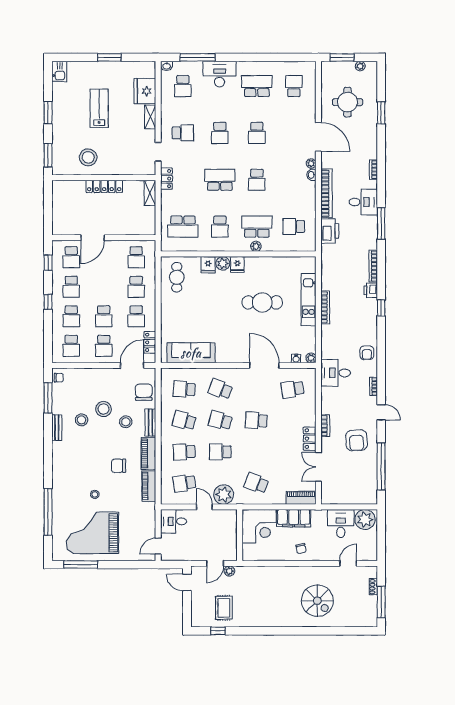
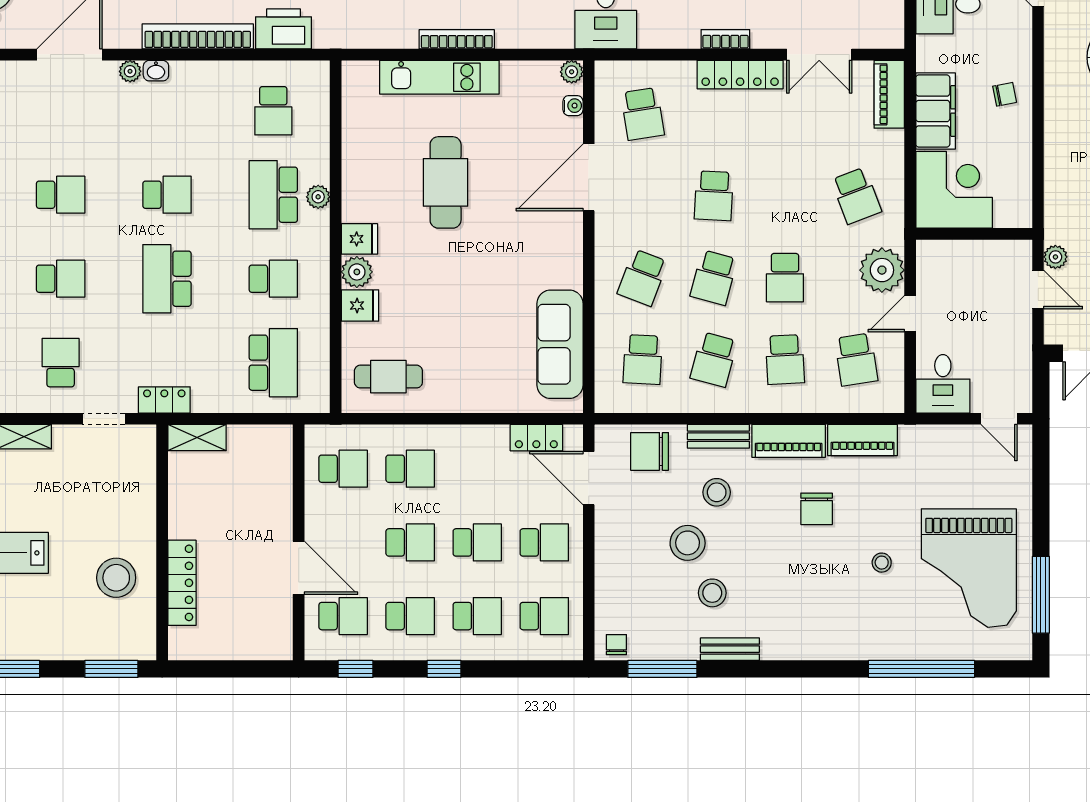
locker: (104, 186) -> (182, 583), moved
school desk: (136, 316) -> (410, 542), moved
locker: (310, 439) -> (740, 75), width x1.53
school desk: (256, 483) -> (856, 196), turned -42

